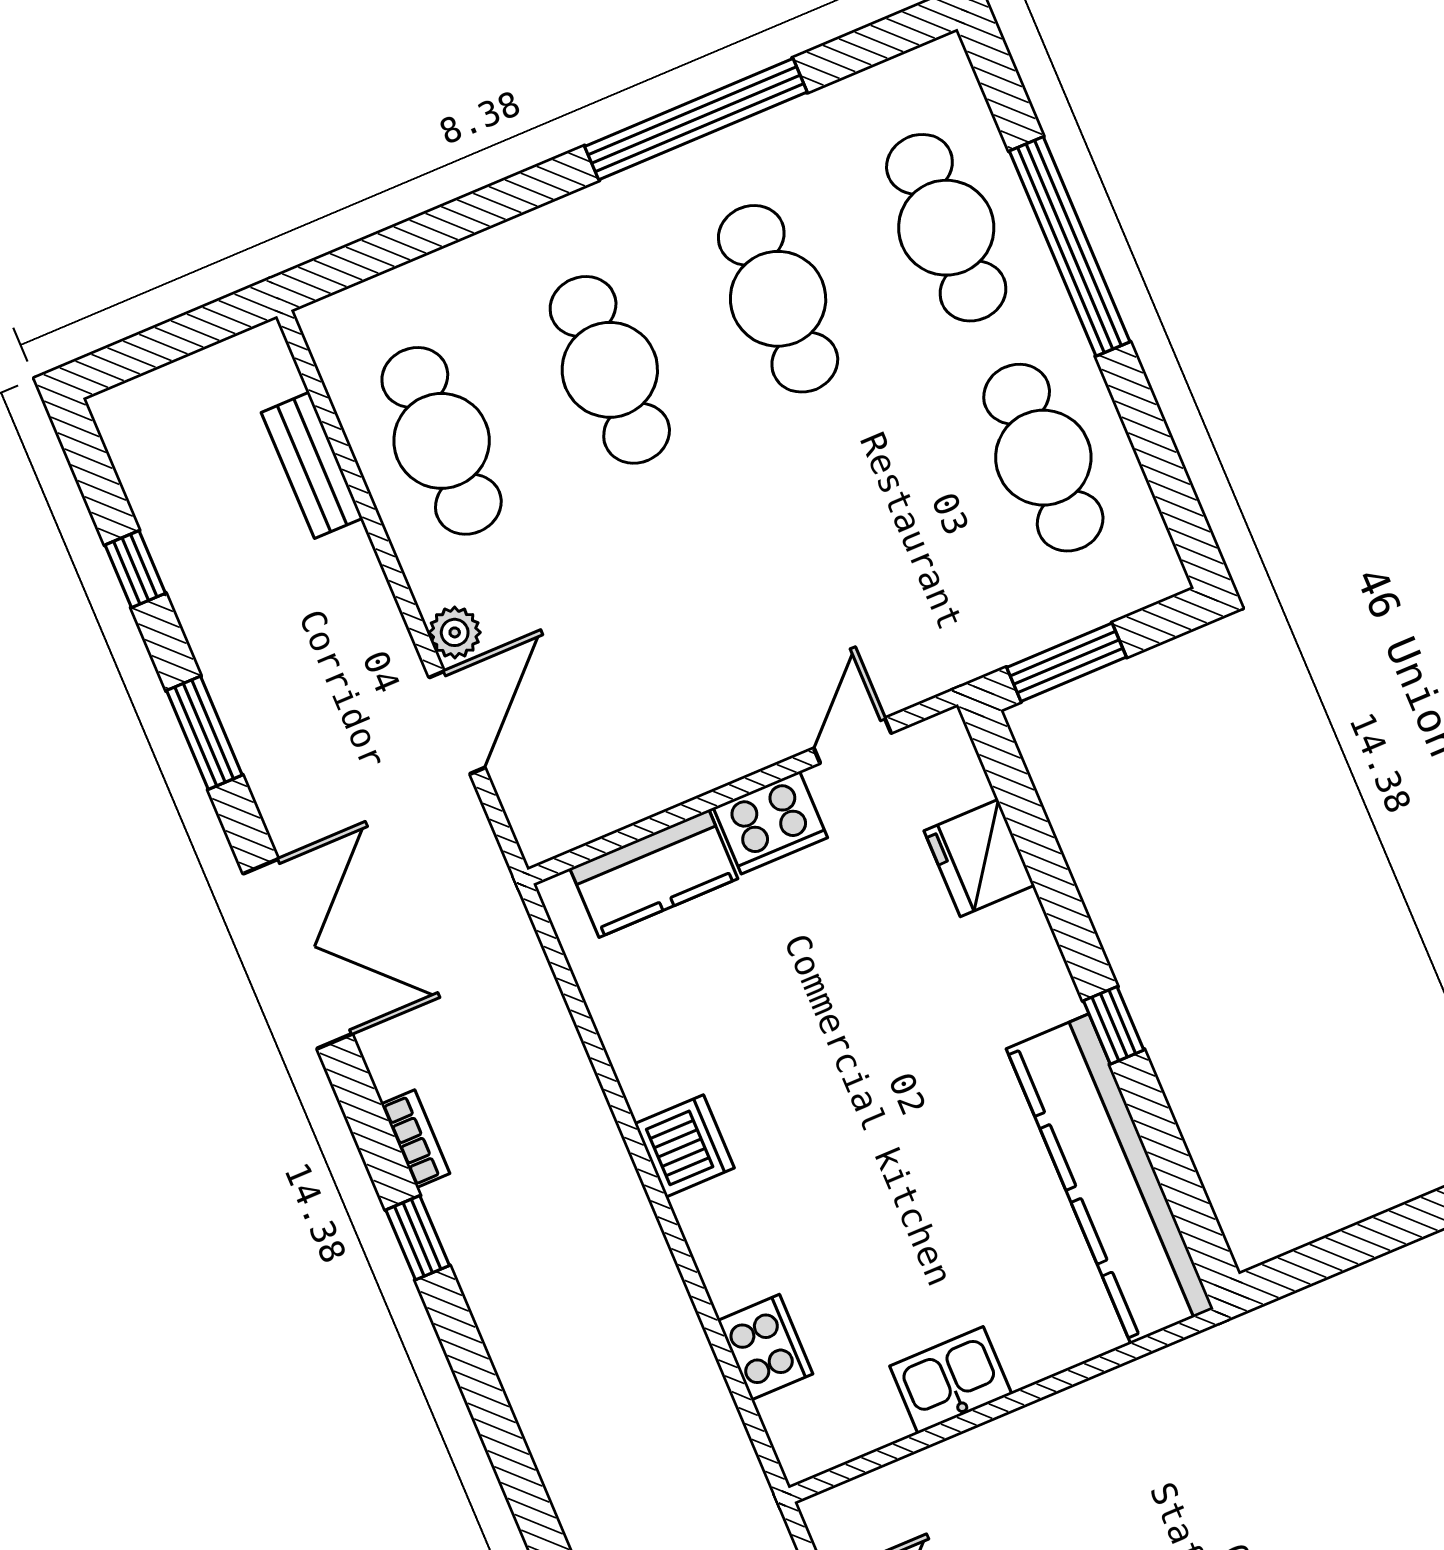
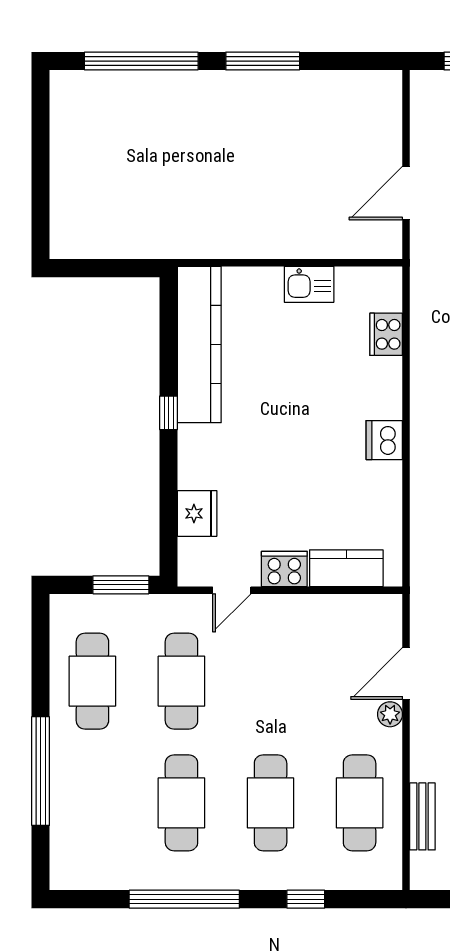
window: (466, 216) -> (306, 899), added
cafe table: (946, 228) -> (181, 681), moved

